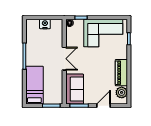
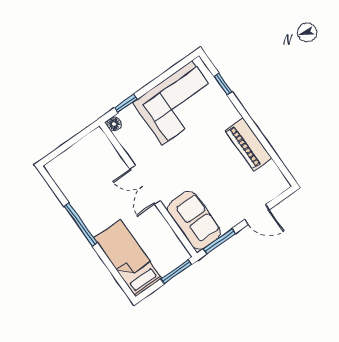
nightstand: (45, 24) -> (77, 153), removed
double door: (64, 59) -> (145, 185), swing flipped
plant: (122, 92) -> (270, 174), removed
door: (104, 106) -> (257, 215), swing flipped

